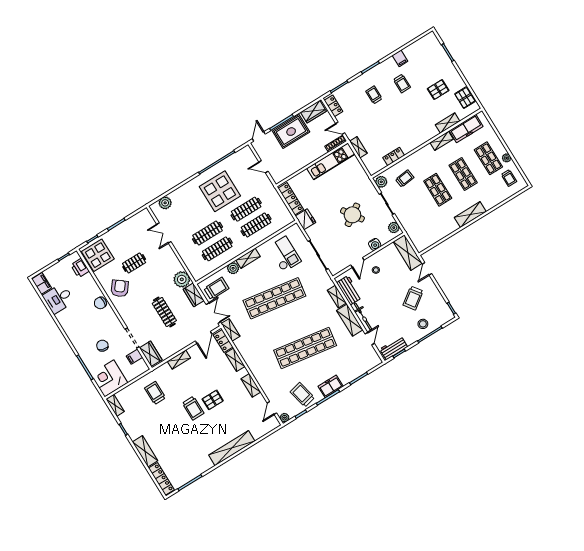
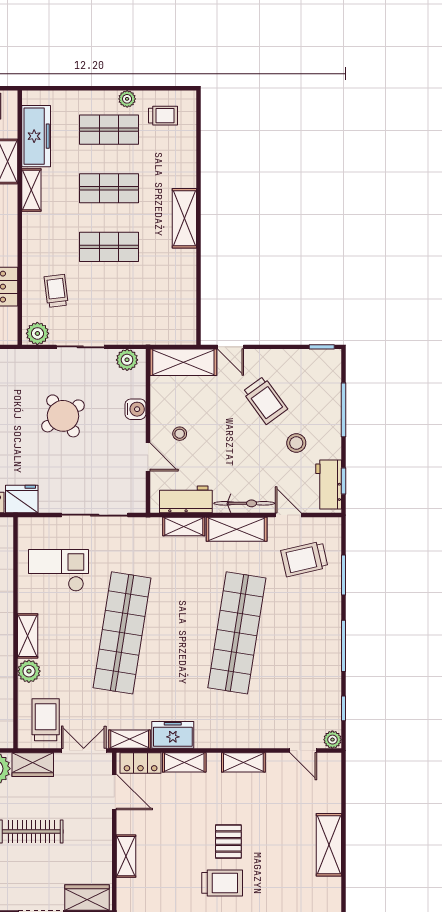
stool: (423, 324) -> (296, 443), moved
freezer: (331, 386) -> (173, 735), moved, turned 90
trolley: (302, 395) -> (304, 559), moved
shelving: (232, 448) -> (329, 845), width x0.68

